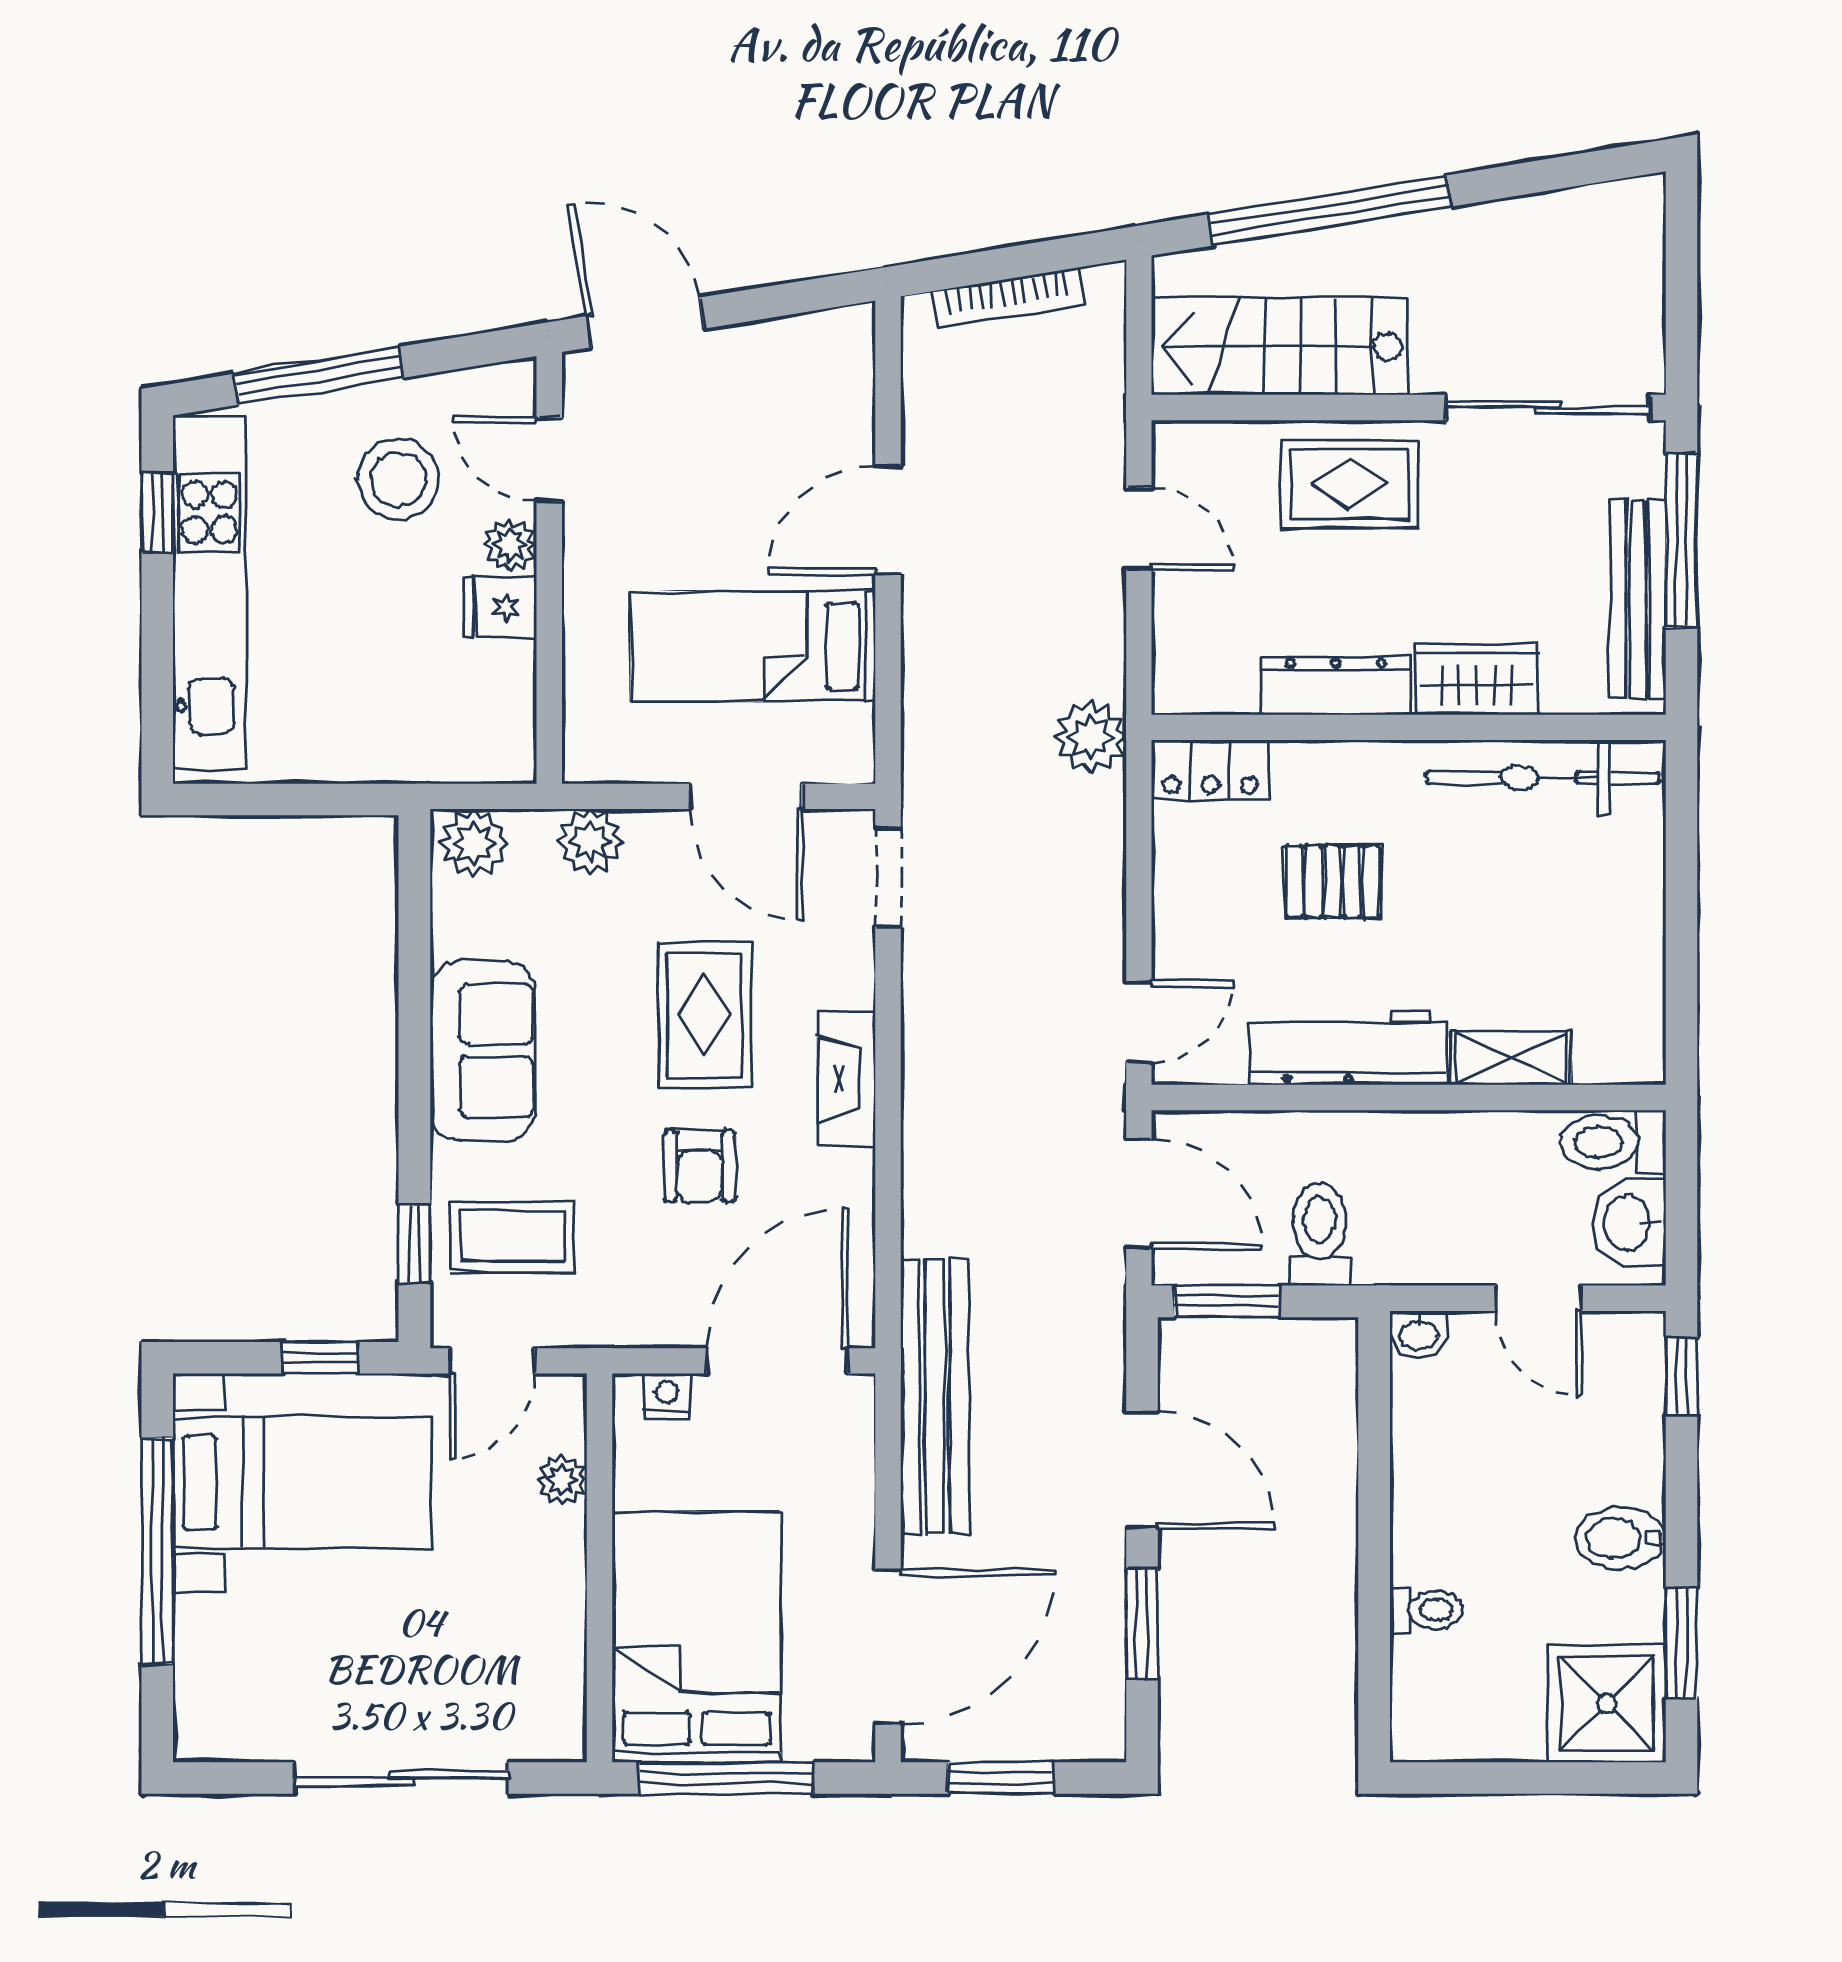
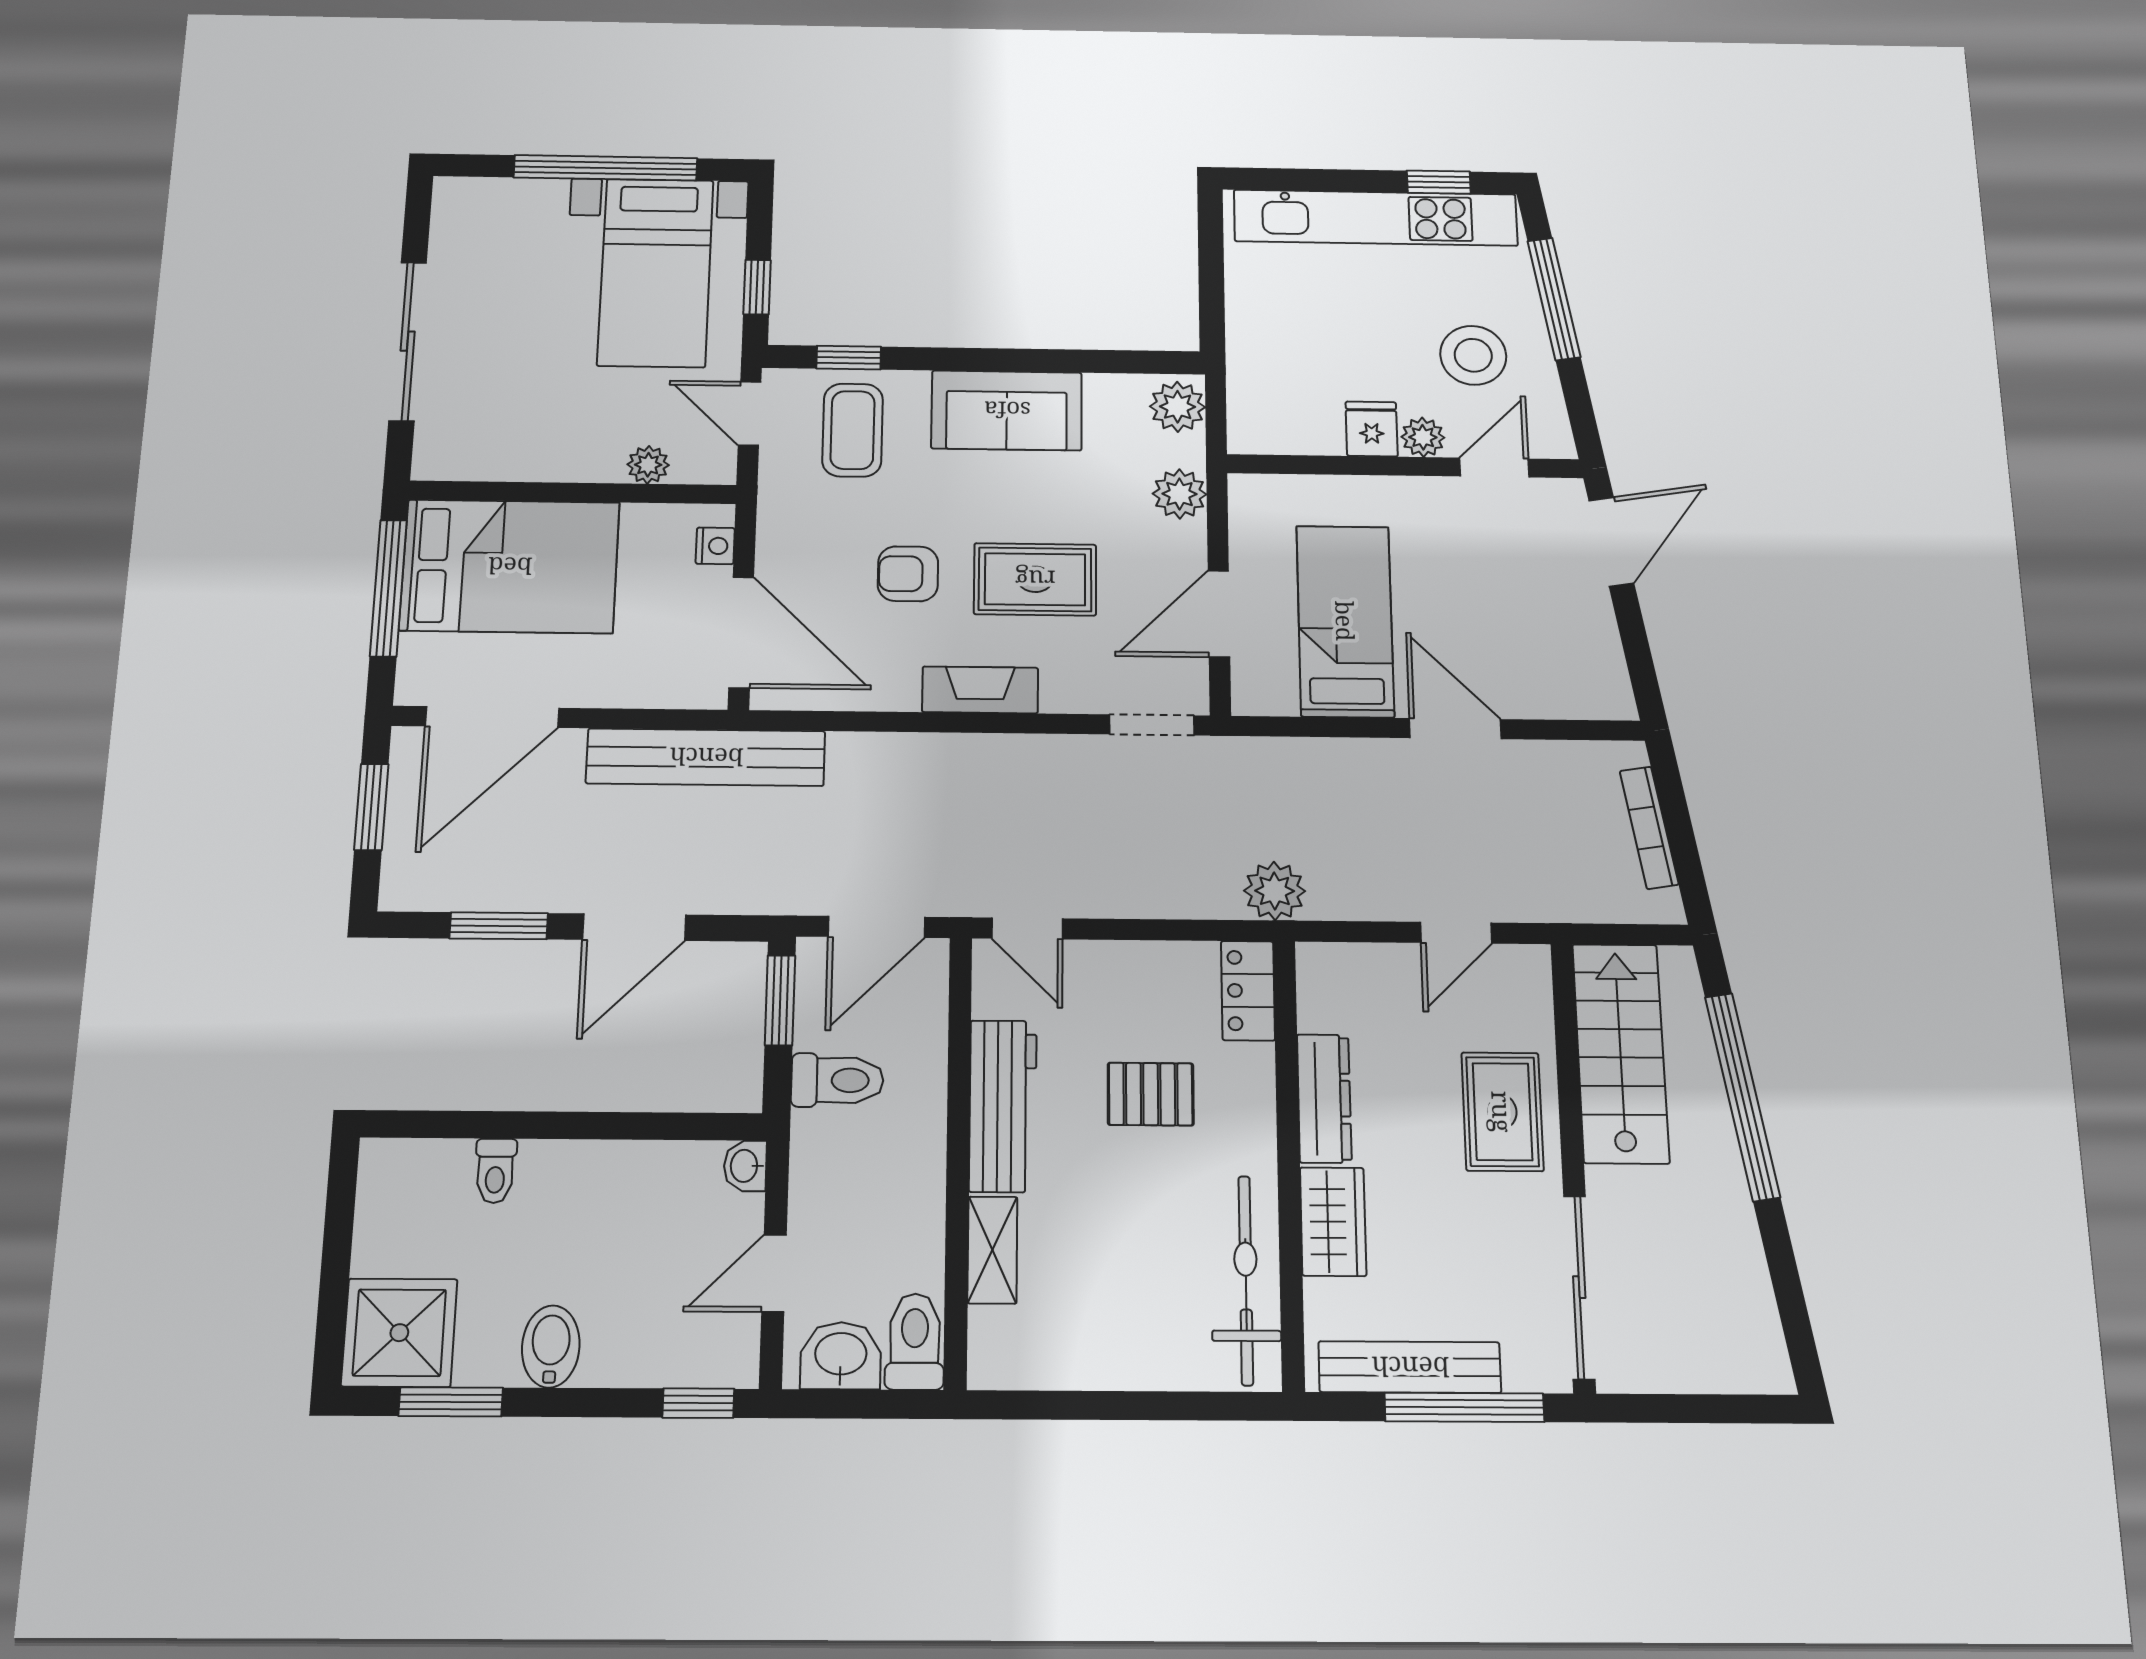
pallet: (1333, 882) -> (1151, 1094), turned 90
door: (888, 1647) -> (492, 717), hinge flipped

